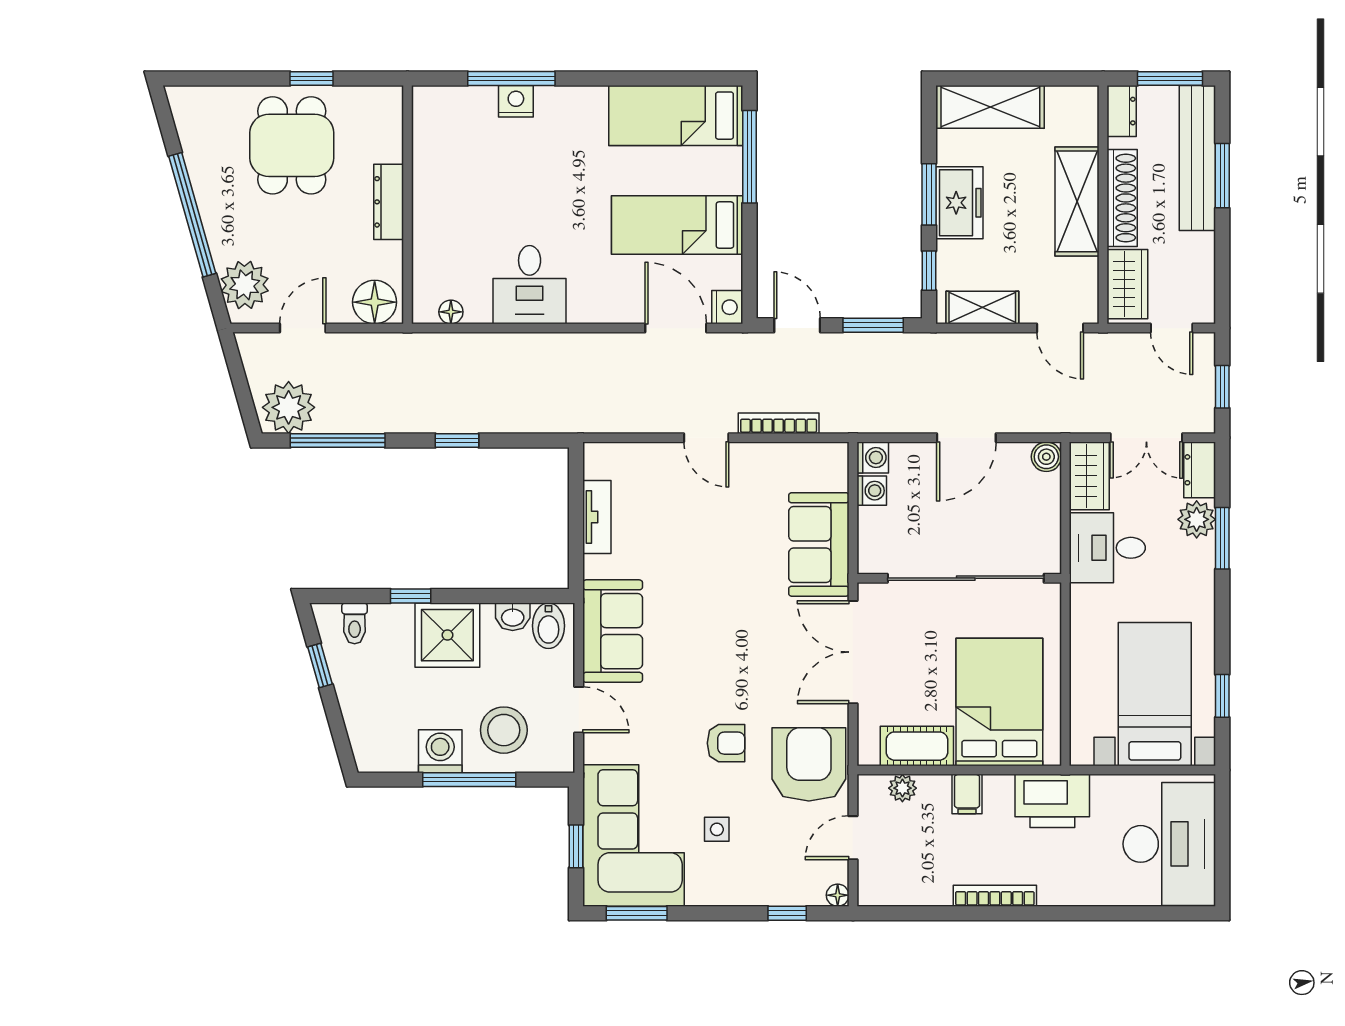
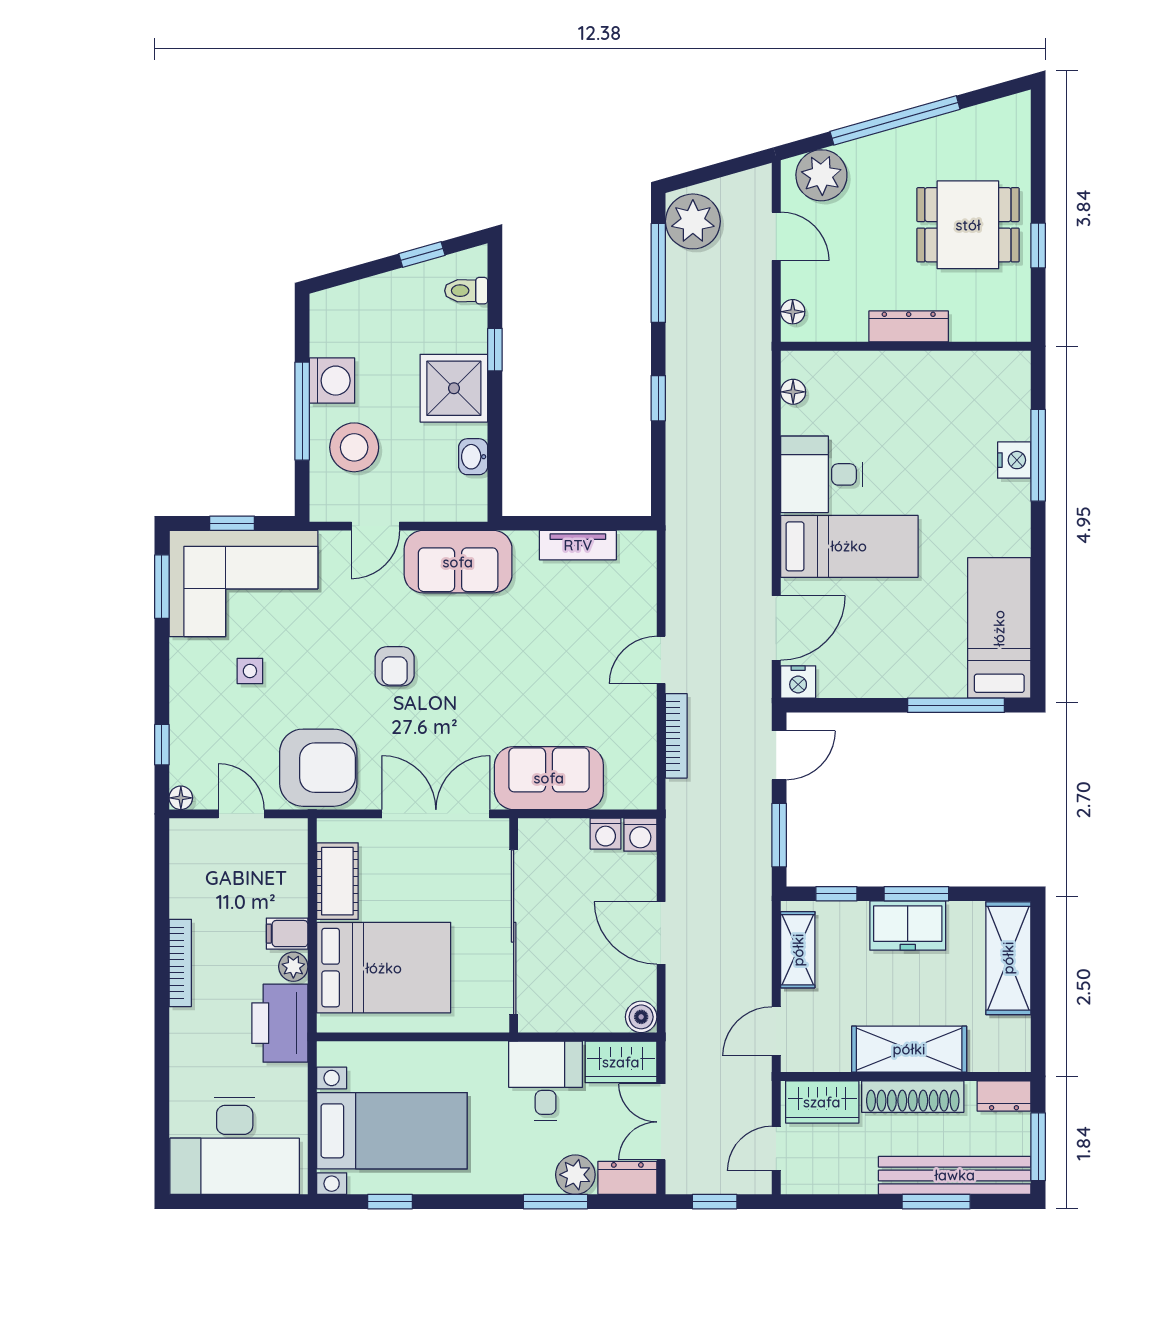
bed: (677, 225) -> (849, 546), moved, turned 90
floor lamp: (375, 302) -> (793, 312), width x0.53, depth x0.53
bidet: (548, 626) -> (464, 494), removed
armchair: (726, 743) -> (395, 666), moved
plant: (902, 788) -> (293, 967), moved

